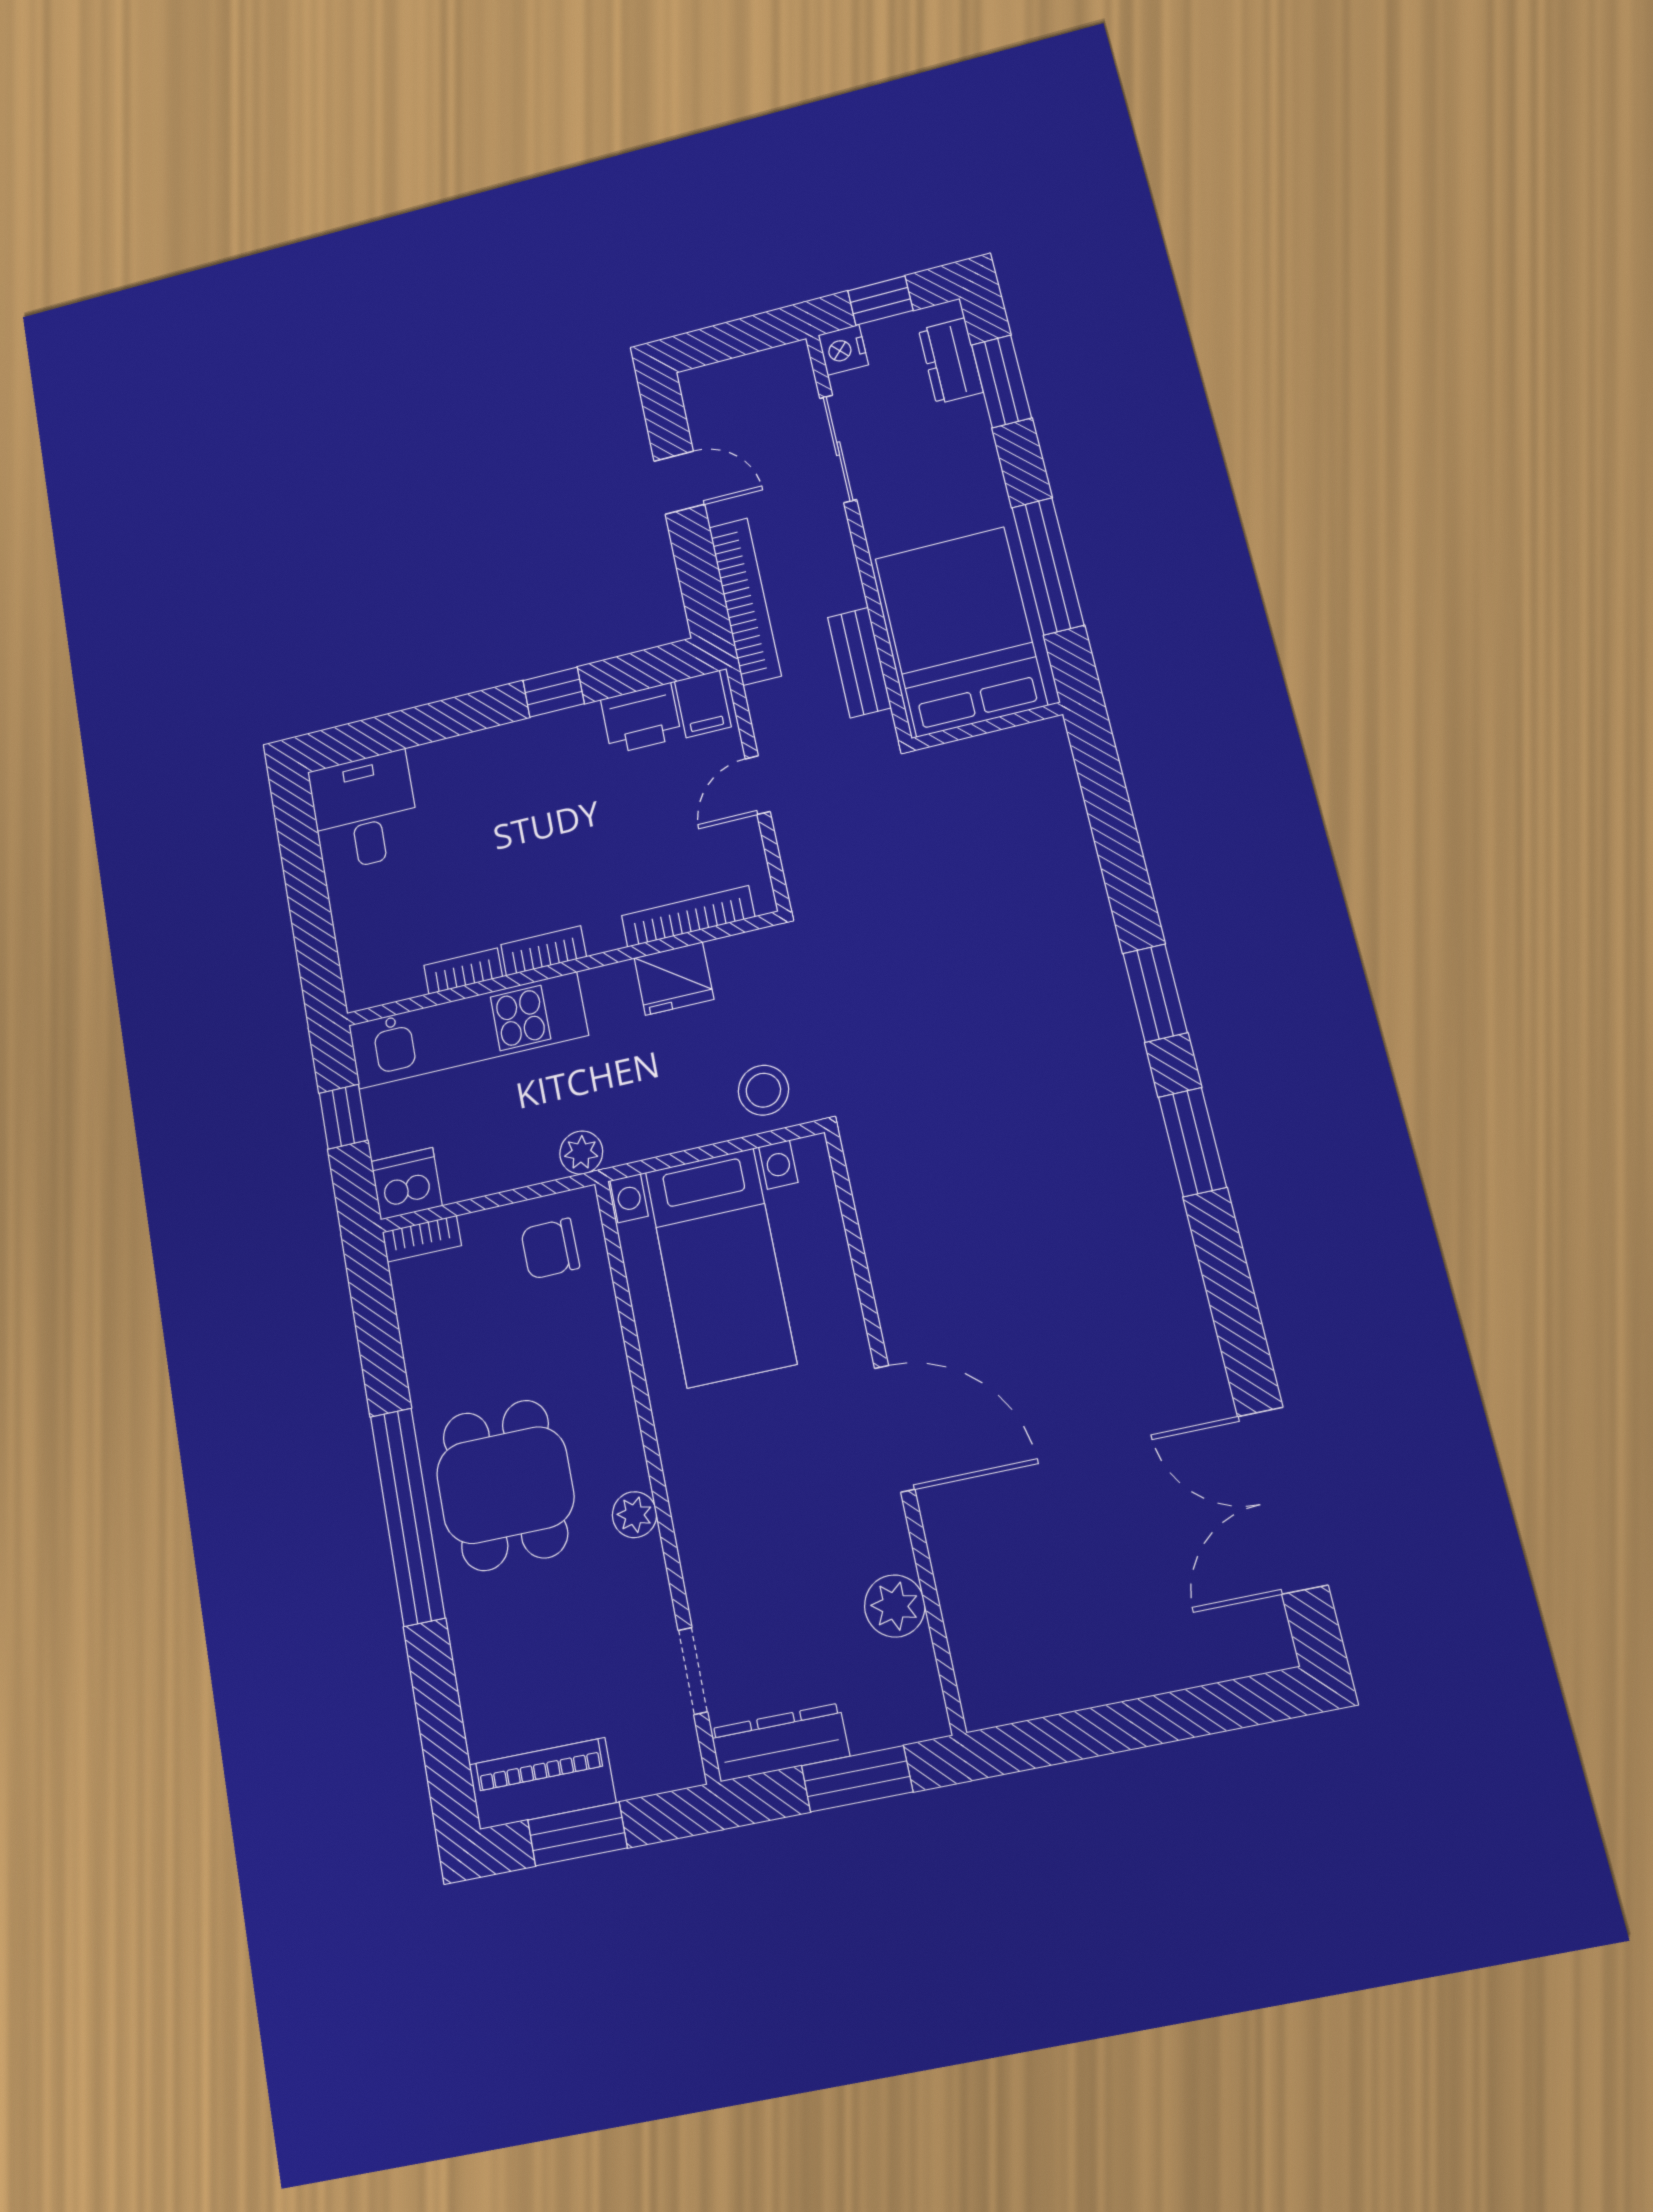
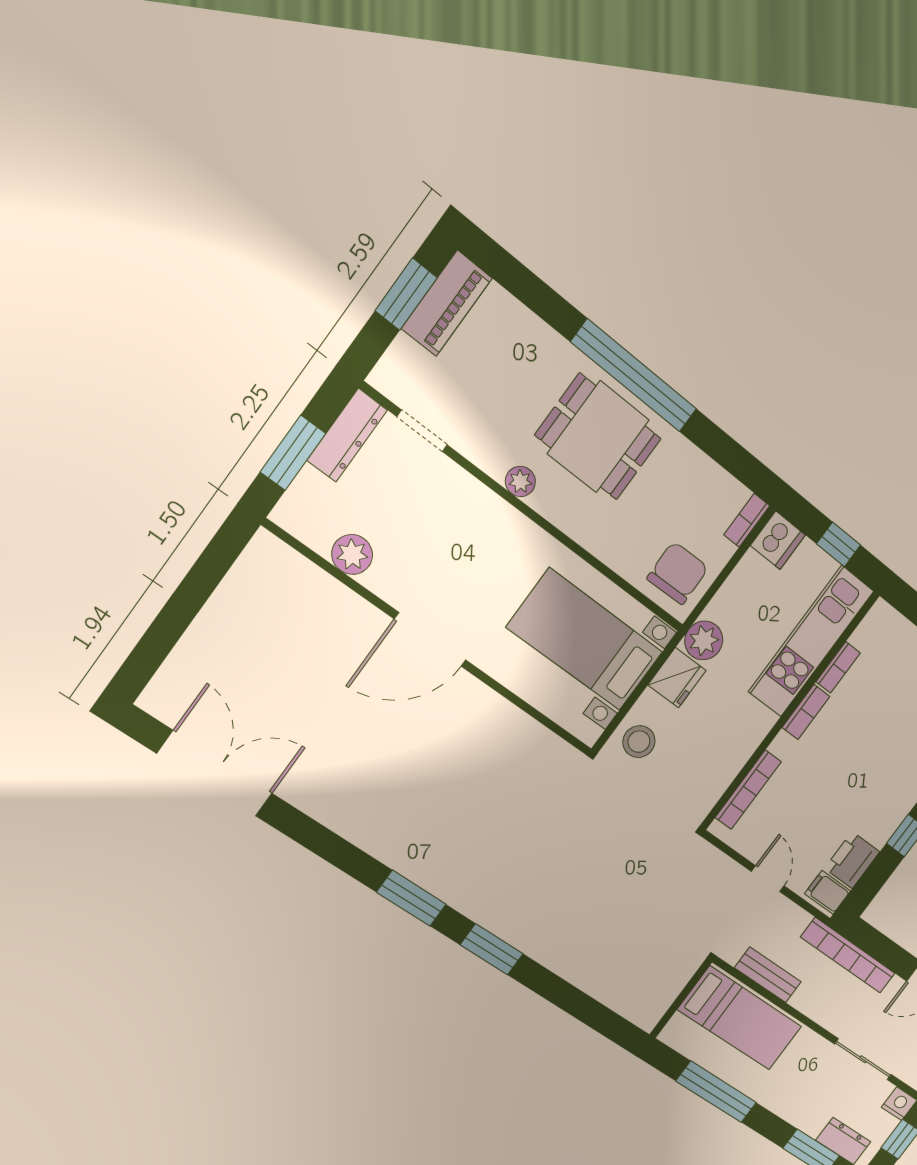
bed: (961, 631) -> (740, 1018), width x0.67
fridge: (674, 979) -> (677, 678), moved, turned 180
plant: (581, 1153) -> (704, 641), width x1.38, depth x1.38
chair: (550, 1249) -> (678, 573), width x1.37, depth x1.37

